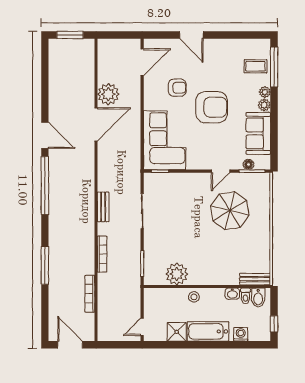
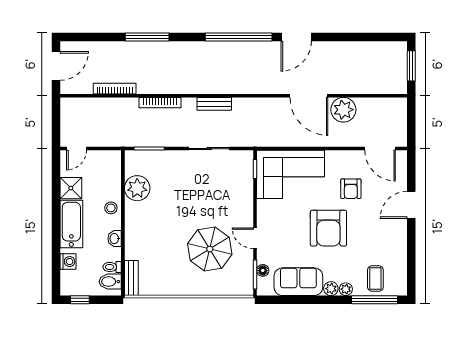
washbasin: (232, 294) -> (115, 239), moved
door: (142, 327) -> (76, 149), swing flipped

